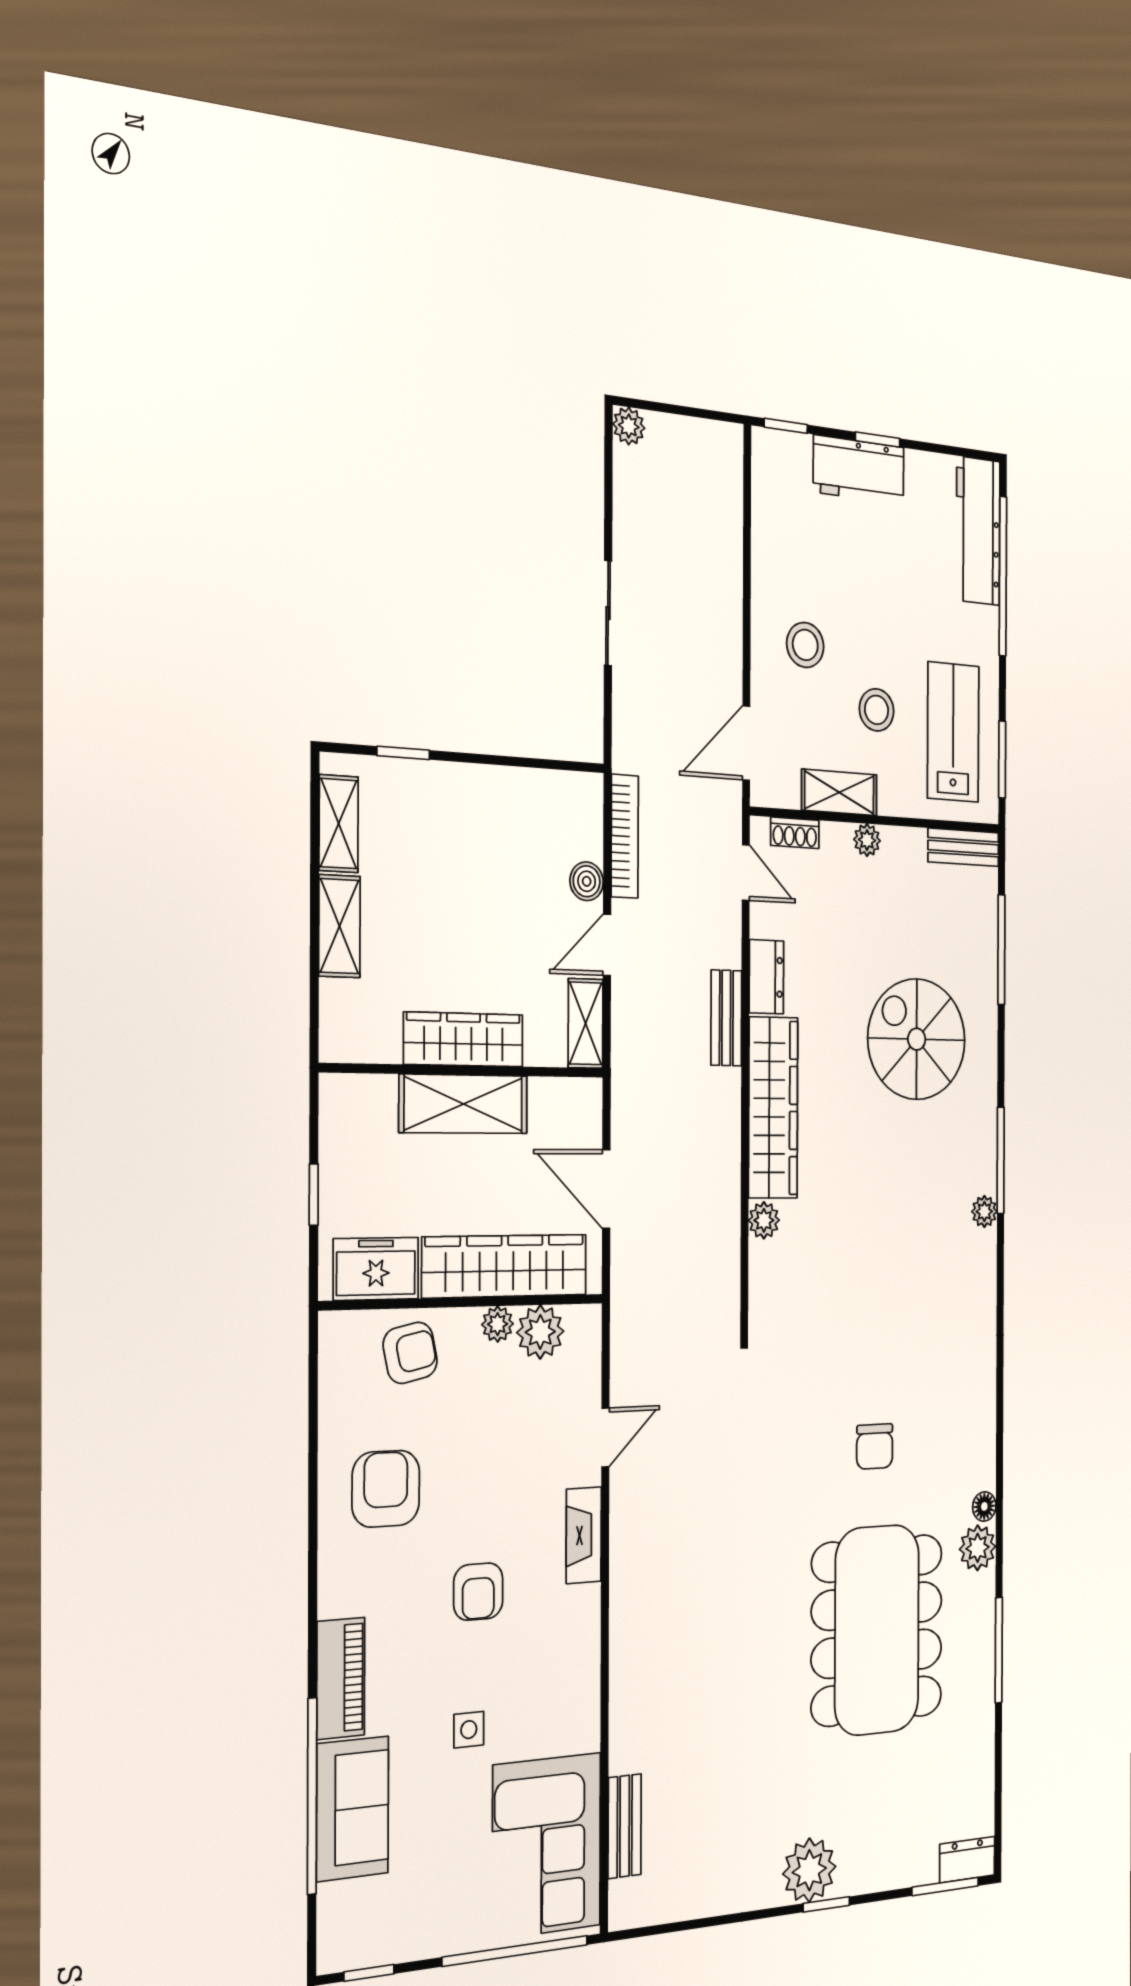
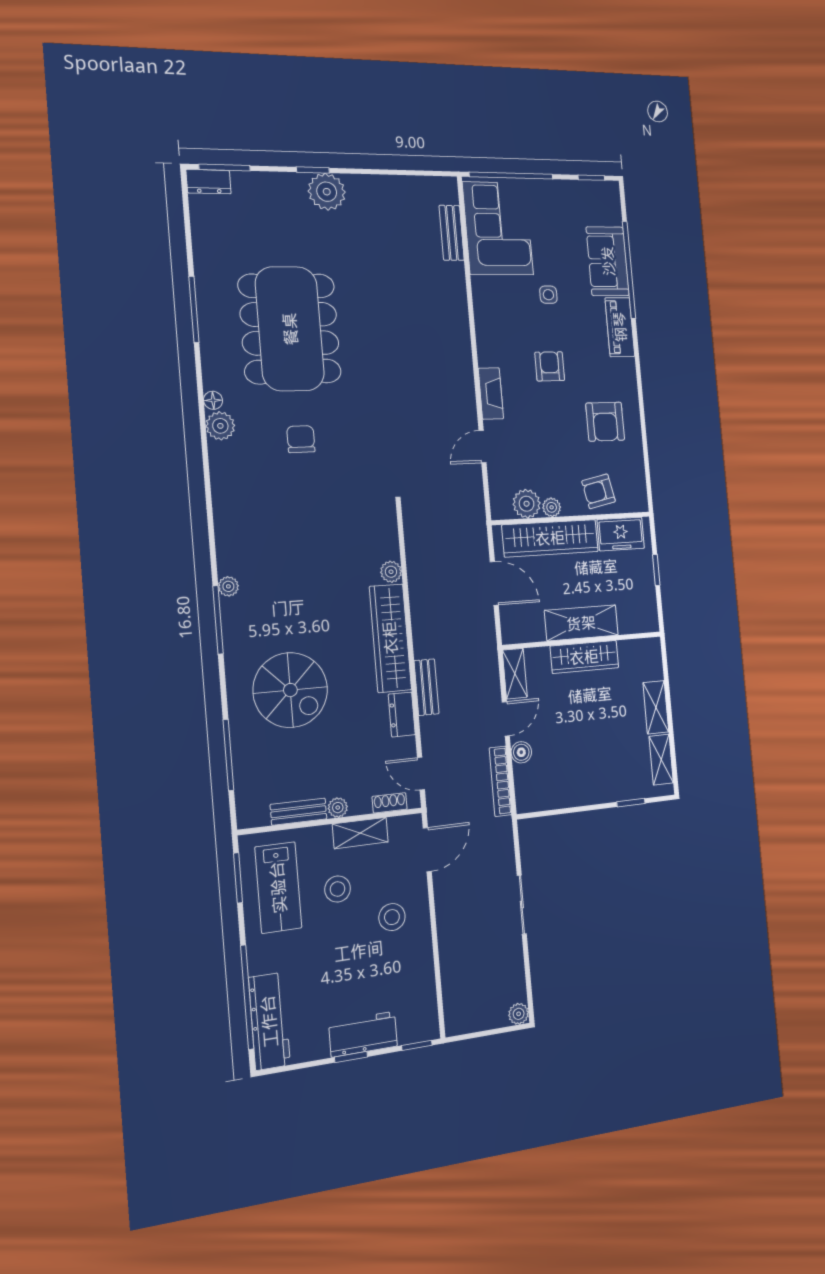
bench: (963, 847) -> (299, 812), moved
plant: (978, 1548) -> (220, 426), moved

